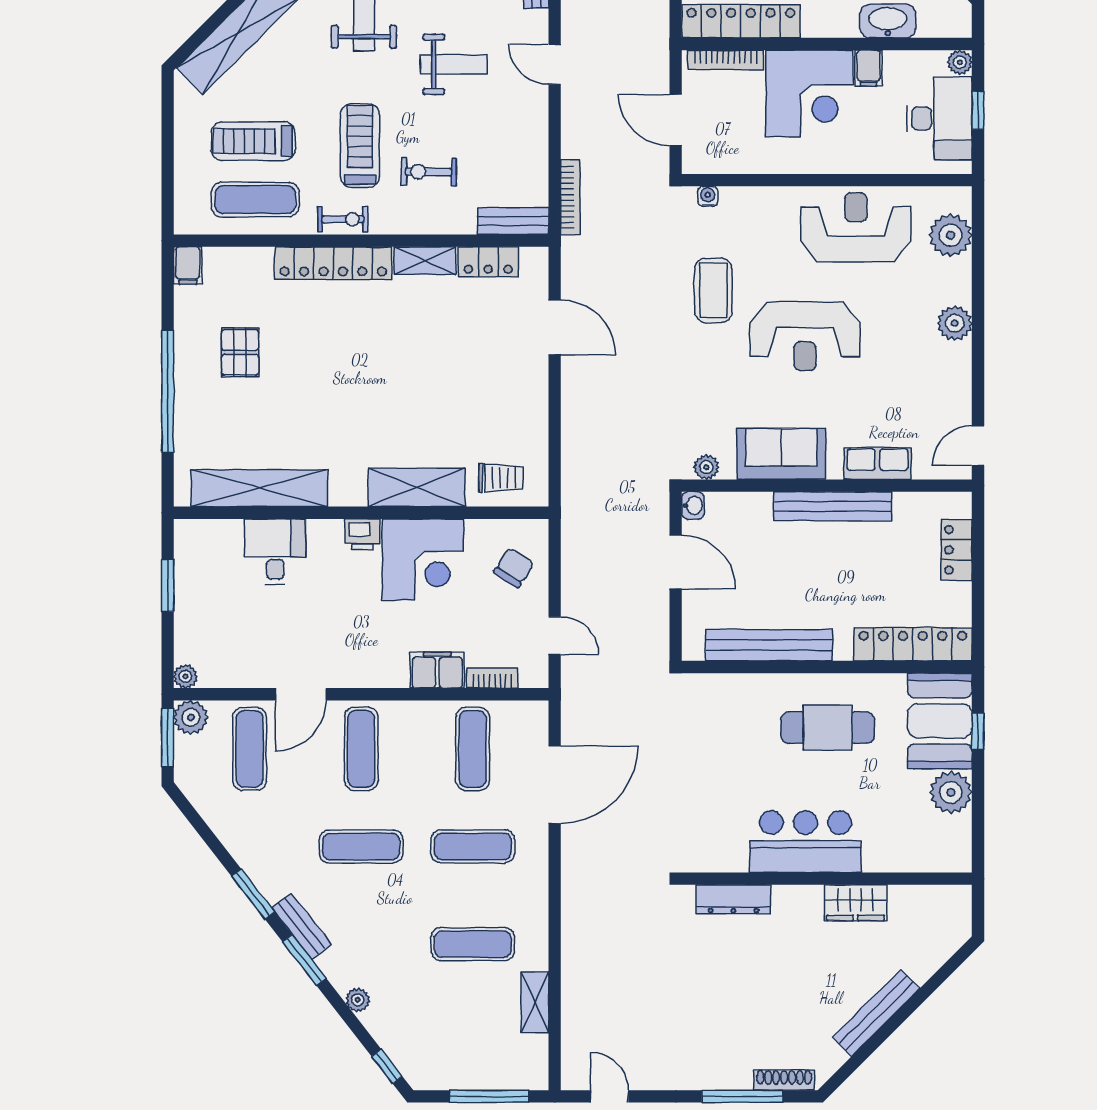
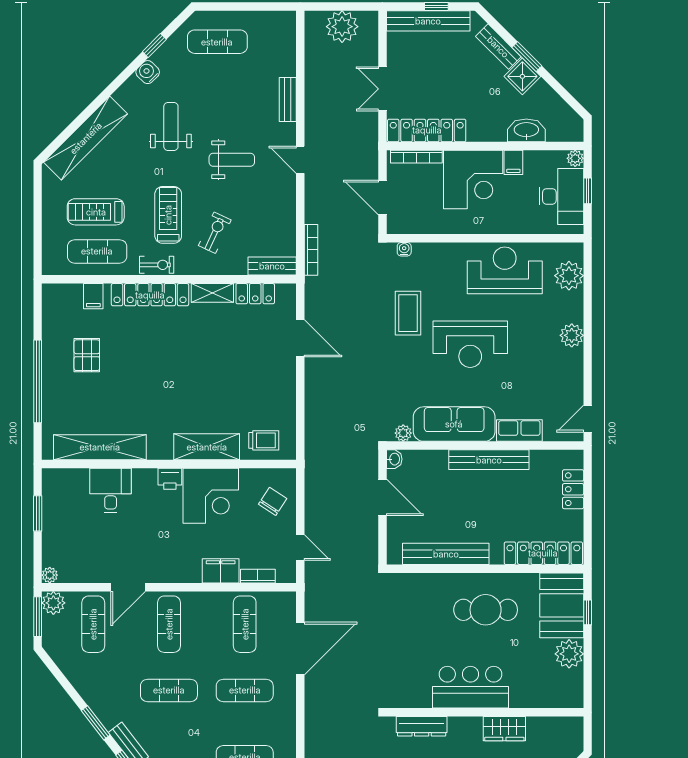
exercise bike: (429, 172) -> (215, 233), turned 114
filing cabinet: (188, 265) -> (93, 296), moved
sofa: (781, 454) -> (454, 424), width x1.36

